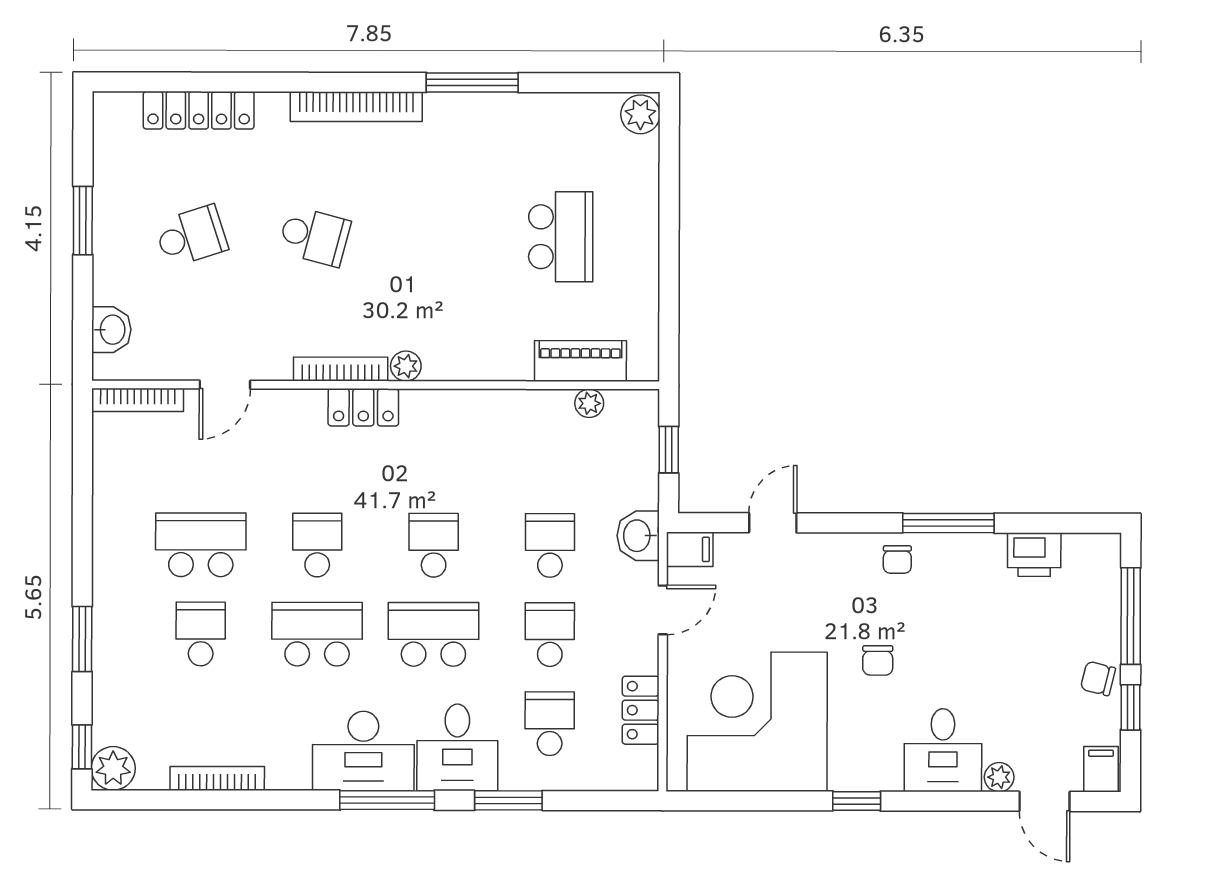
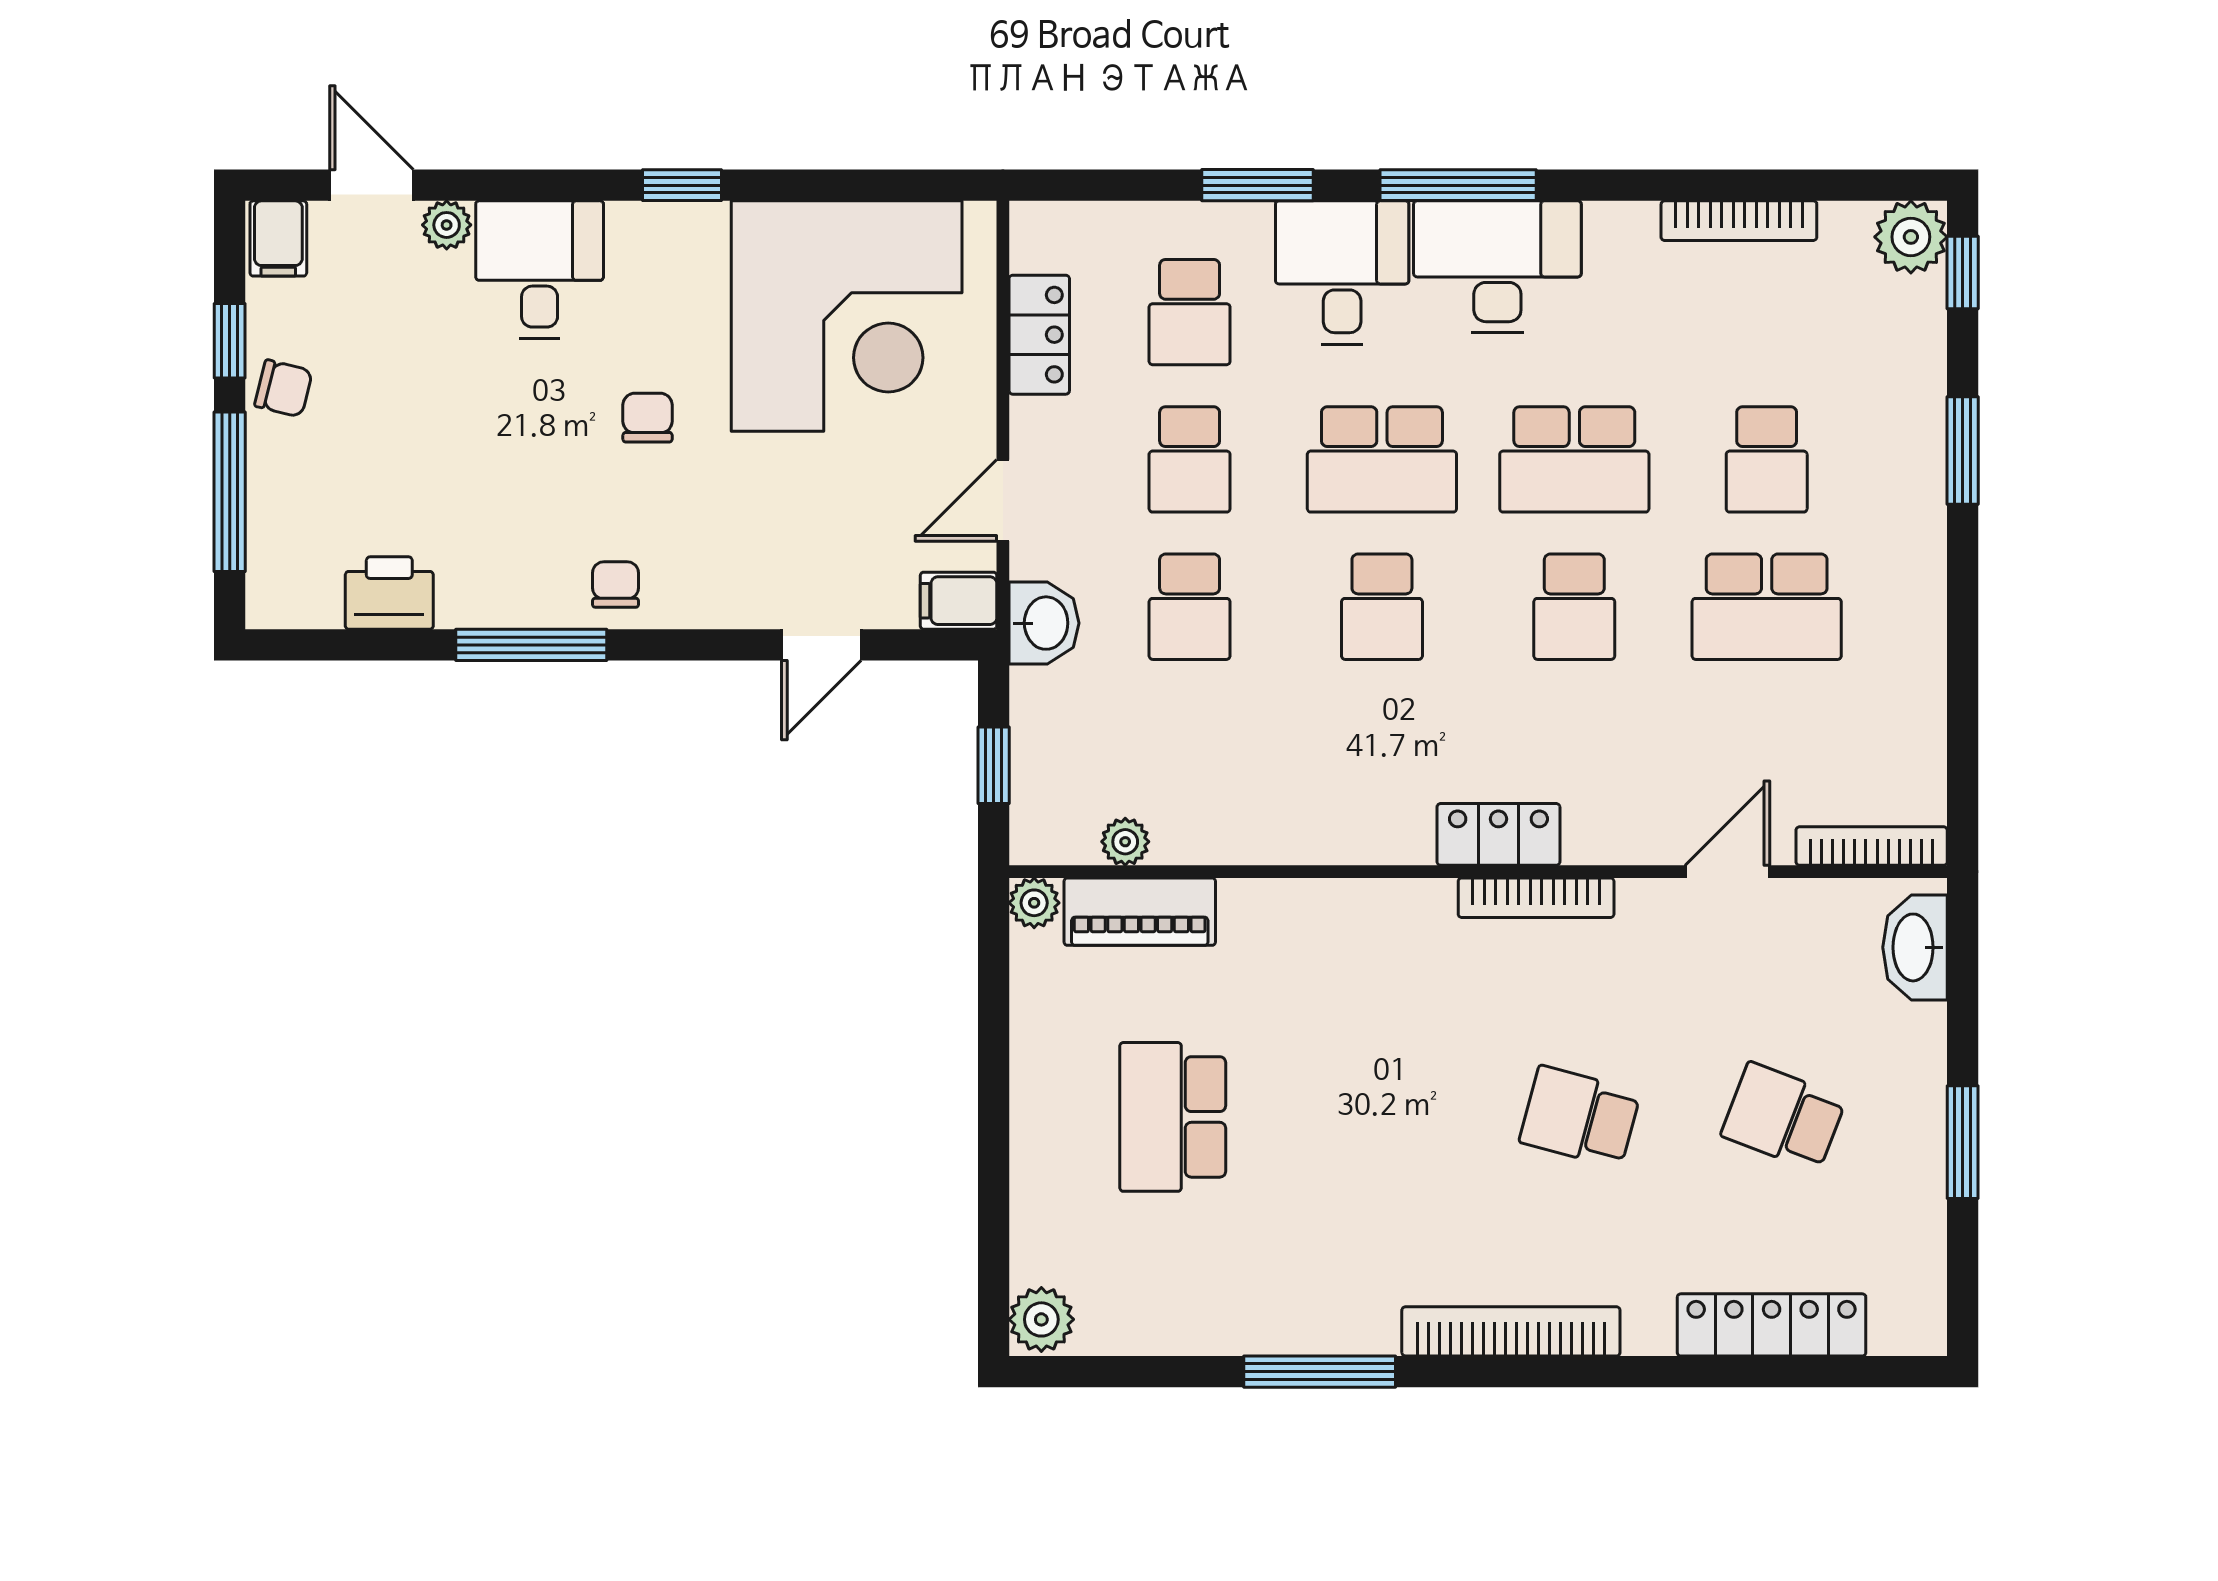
school desk: (191, 236) -> (1783, 1117), turned 39
washbasin: (111, 330) -> (1915, 947), width x1.38
plant: (406, 366) -> (1034, 903), moved

